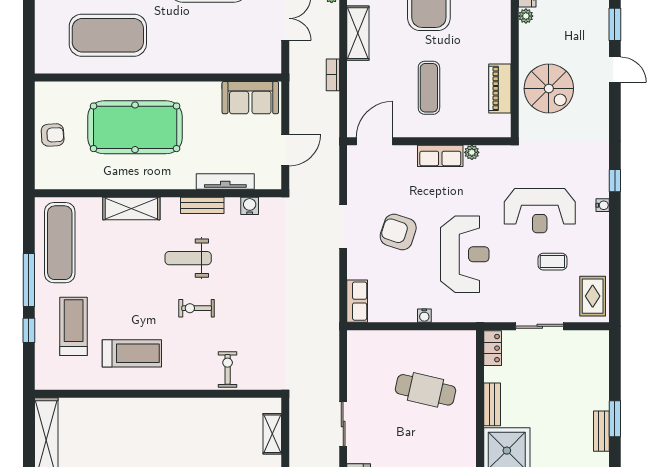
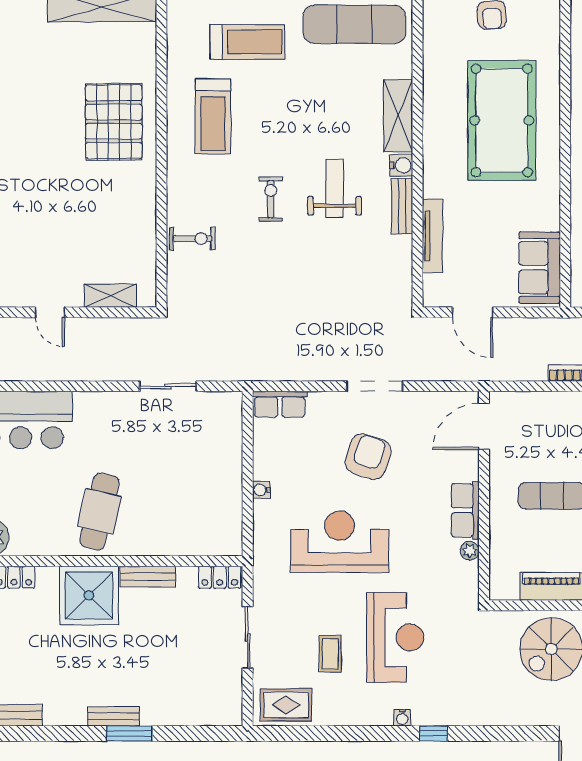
door: (375, 141) -> (484, 426), swing flipped
water cooler: (250, 206) -> (401, 165), moved
reception desk: (540, 211) -> (395, 637), turned 180
reception desk: (465, 254) -> (340, 542), turned 180
cafe table: (425, 390) -> (99, 511), moved
sliding door: (343, 424) -> (168, 386), moved
pallet: (136, 431) -> (114, 122), added

